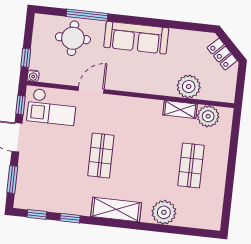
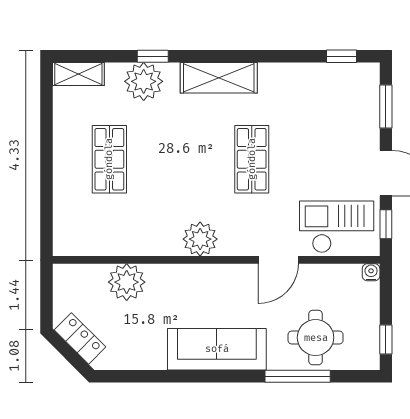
window: (26, 58) -> (386, 340), moved
shelving: (180, 110) -> (78, 74), moved
plant: (208, 116) -> (200, 239), moved
window: (70, 218) -> (153, 56), moved

